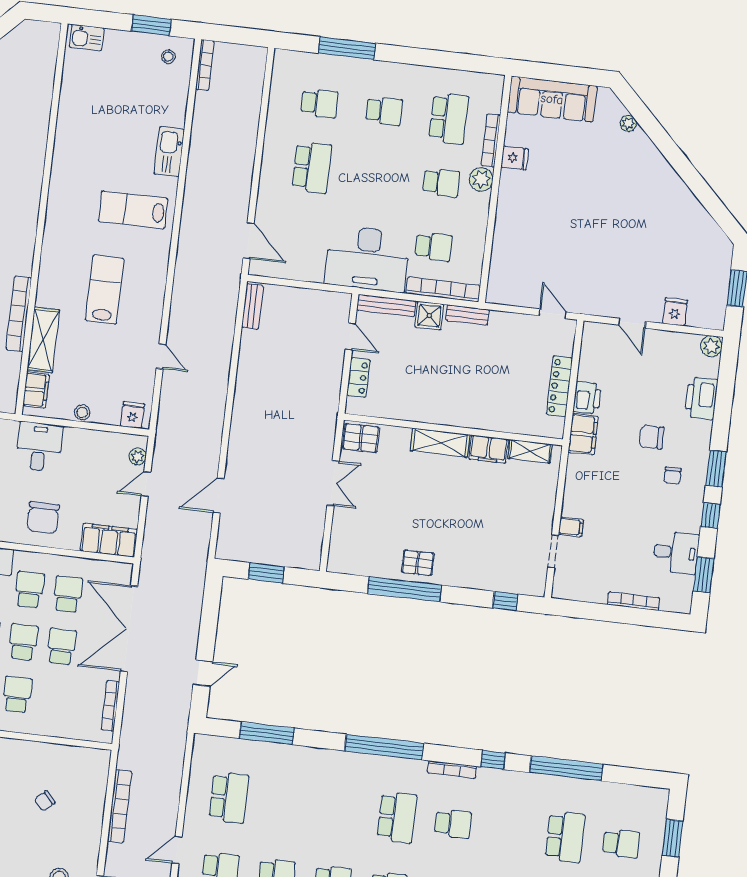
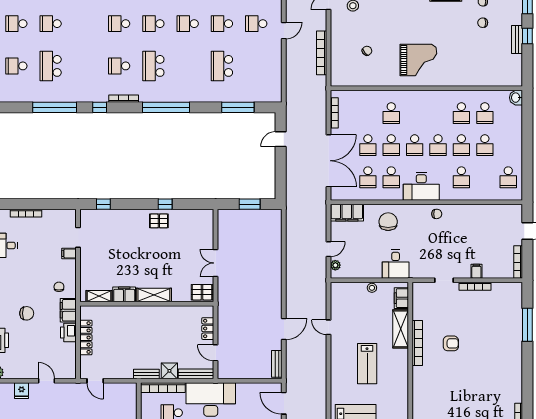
fridge: (132, 415) -> (341, 290), removed
chair: (673, 476) -> (59, 287), moved
door: (219, 496) -> (284, 329), moved
window: (404, 589) -> (165, 204), width x0.32
school desk: (229, 797) -> (222, 66), moved

